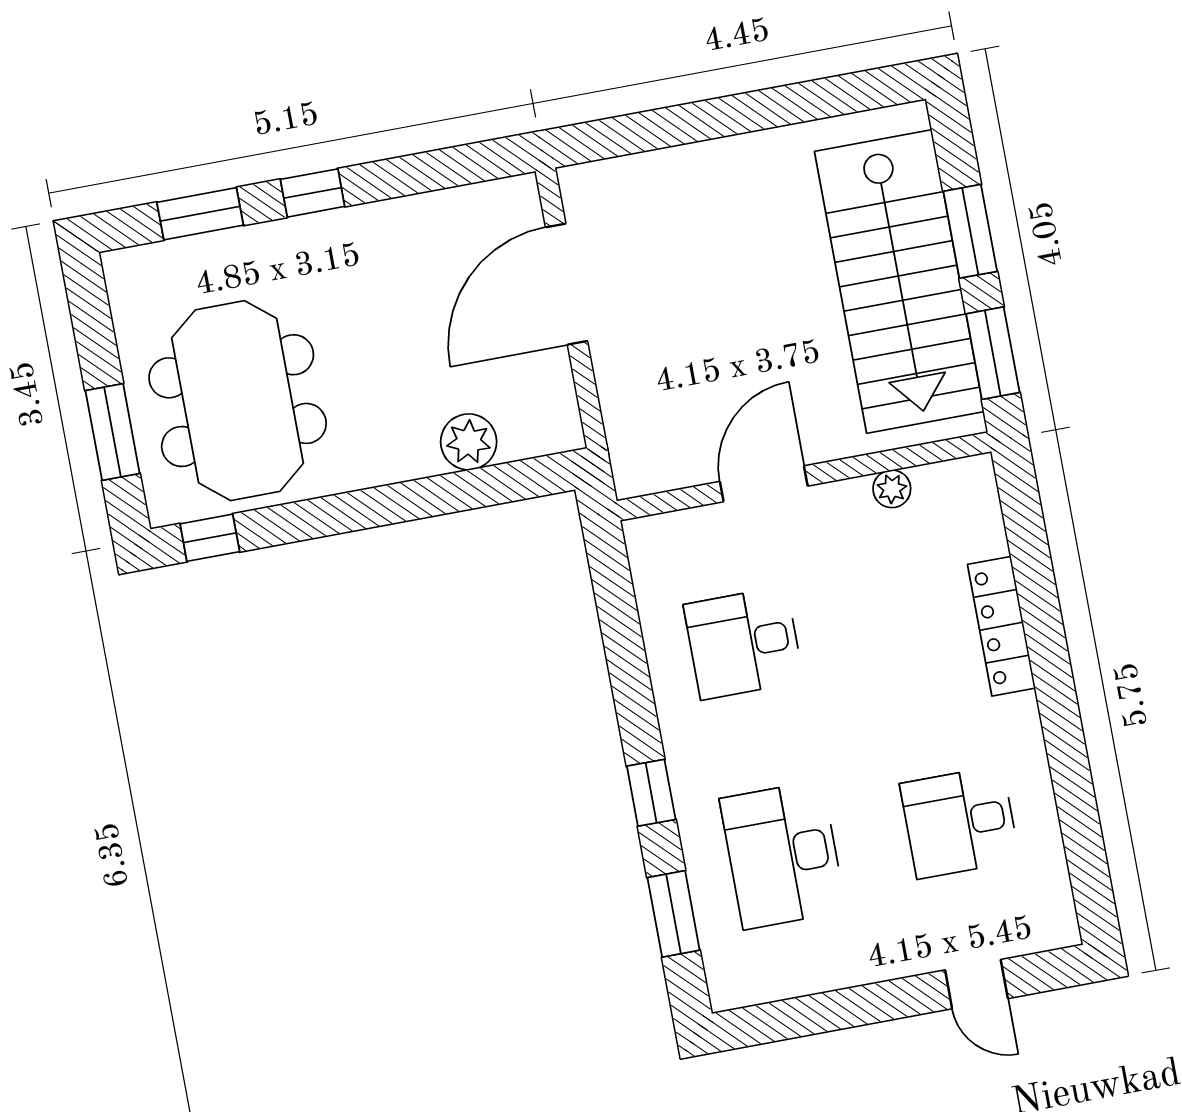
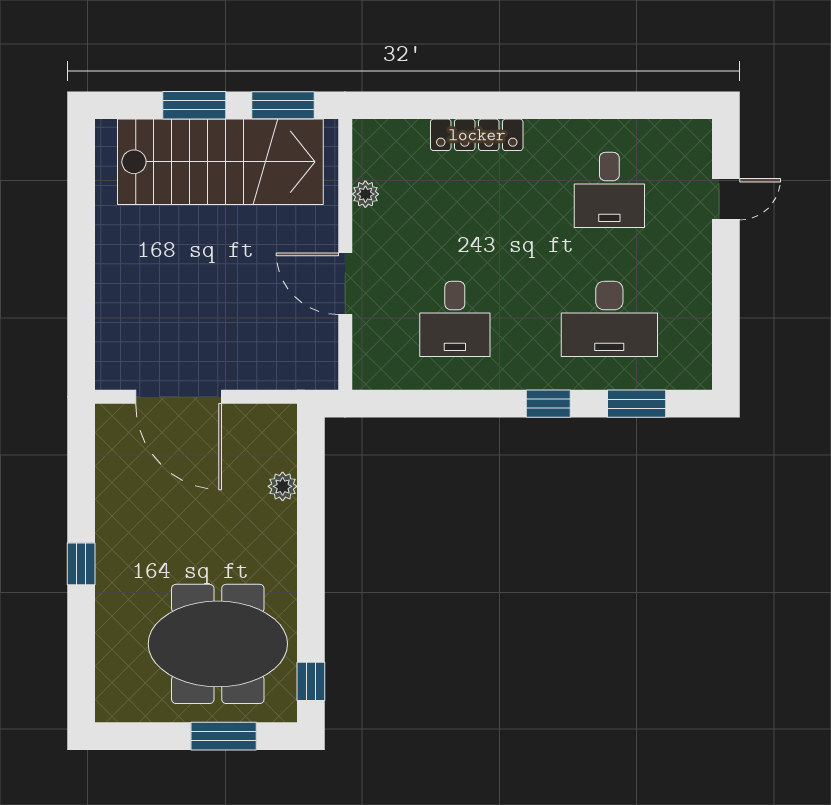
window: (200, 214) -> (81, 646), removed
plant: (469, 442) -> (283, 486), width x0.73, depth x0.73

